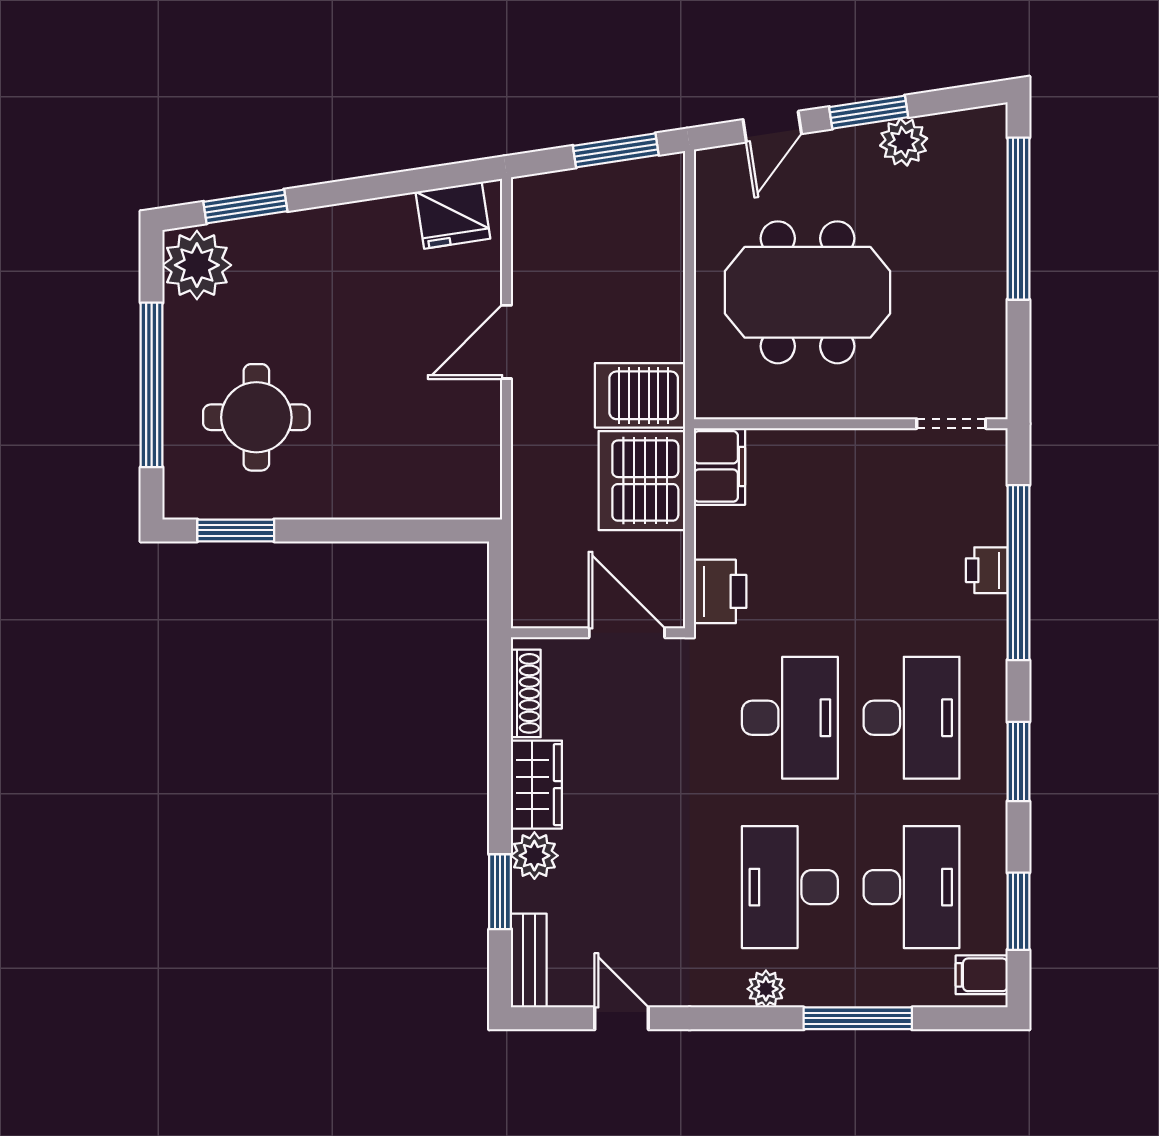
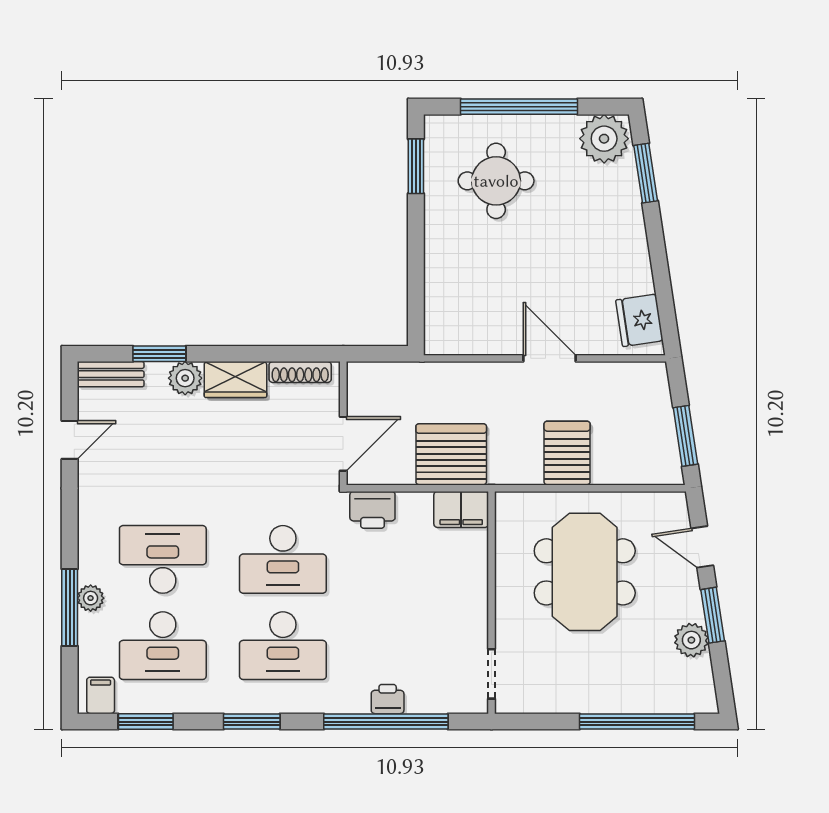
server rack: (640, 395) -> (567, 453), moved
plant: (766, 989) -> (91, 598), moved

